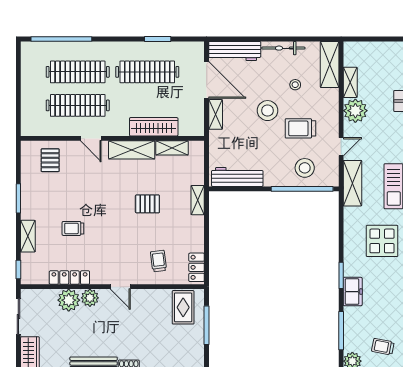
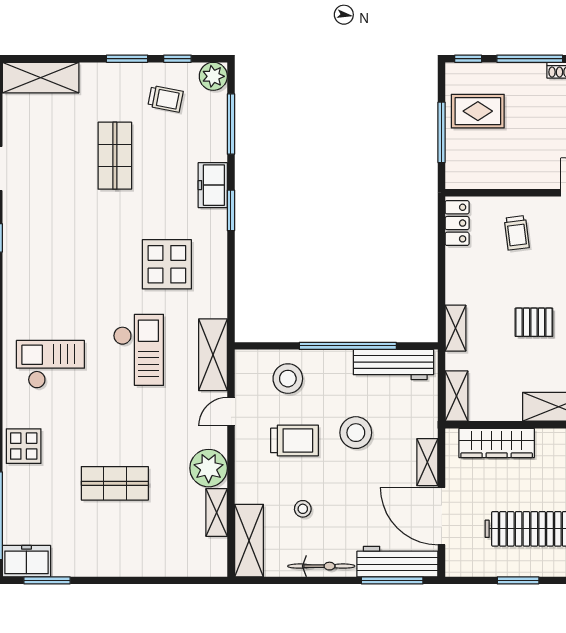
window: (238, 39) -> (392, 580), added
stool: (268, 111) -> (356, 433), moved
wardrobe: (154, 127) -> (497, 443), moved
shelving: (172, 148) -> (456, 396), moved, turned 90
window: (302, 189) -> (348, 346), moved
rug: (183, 307) -> (478, 111), moved, turned 90

